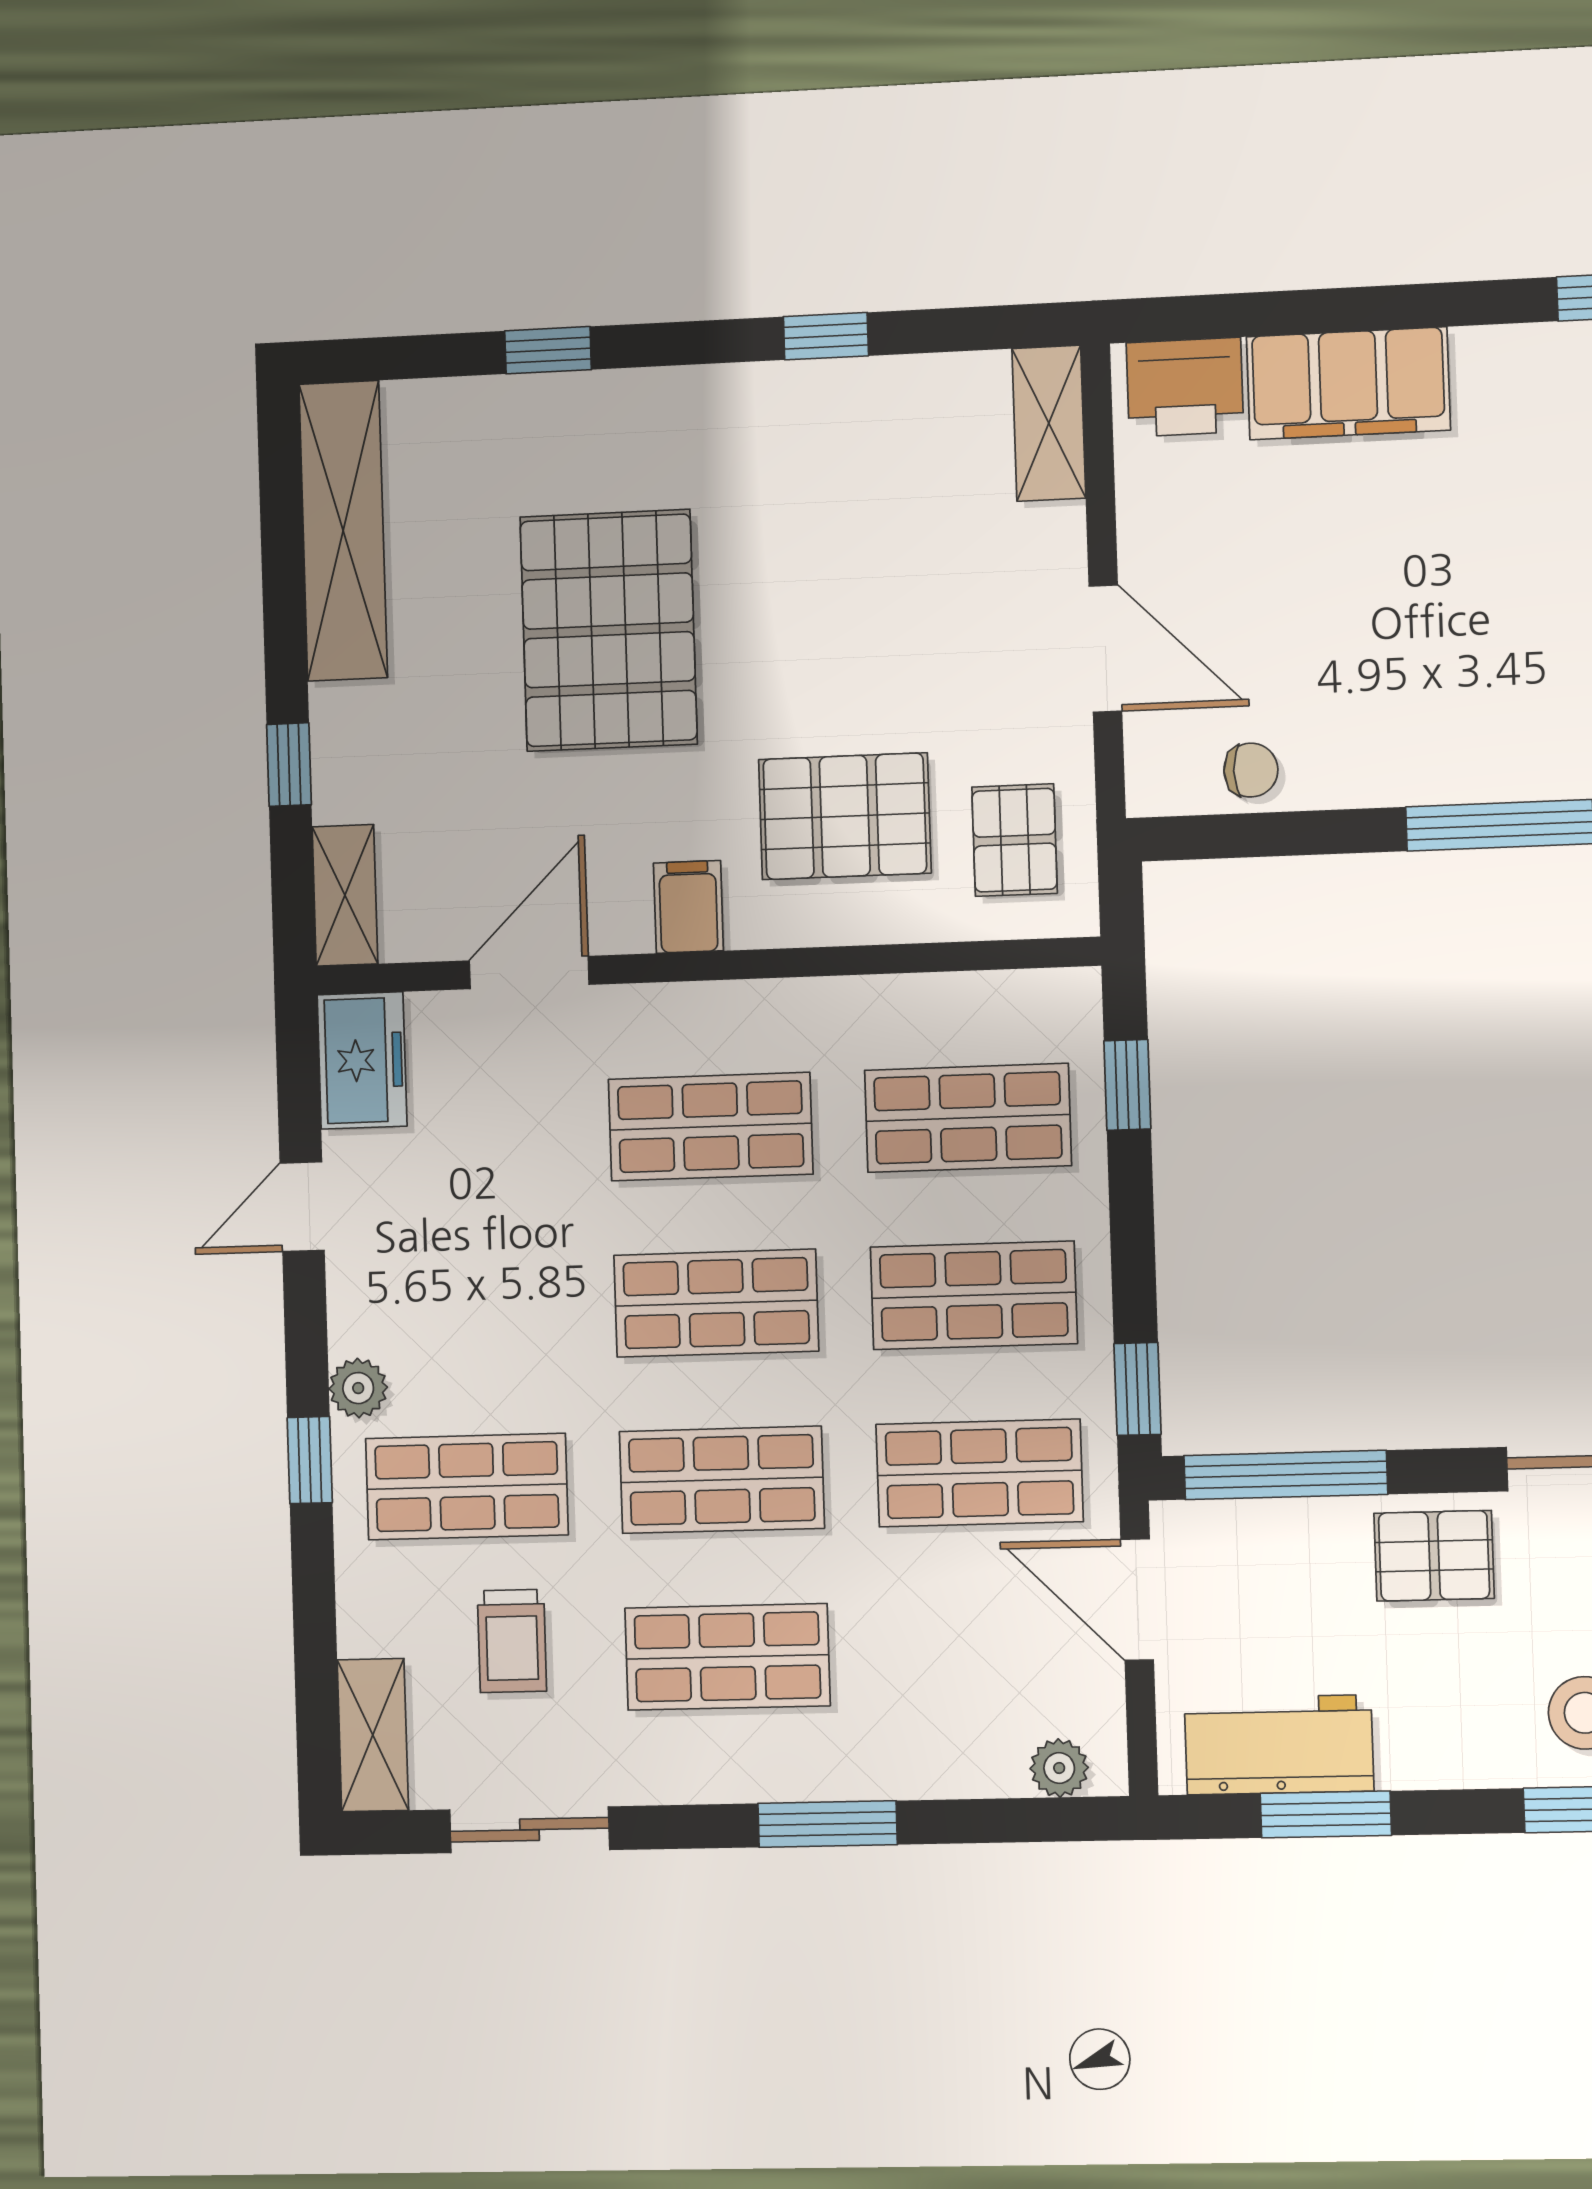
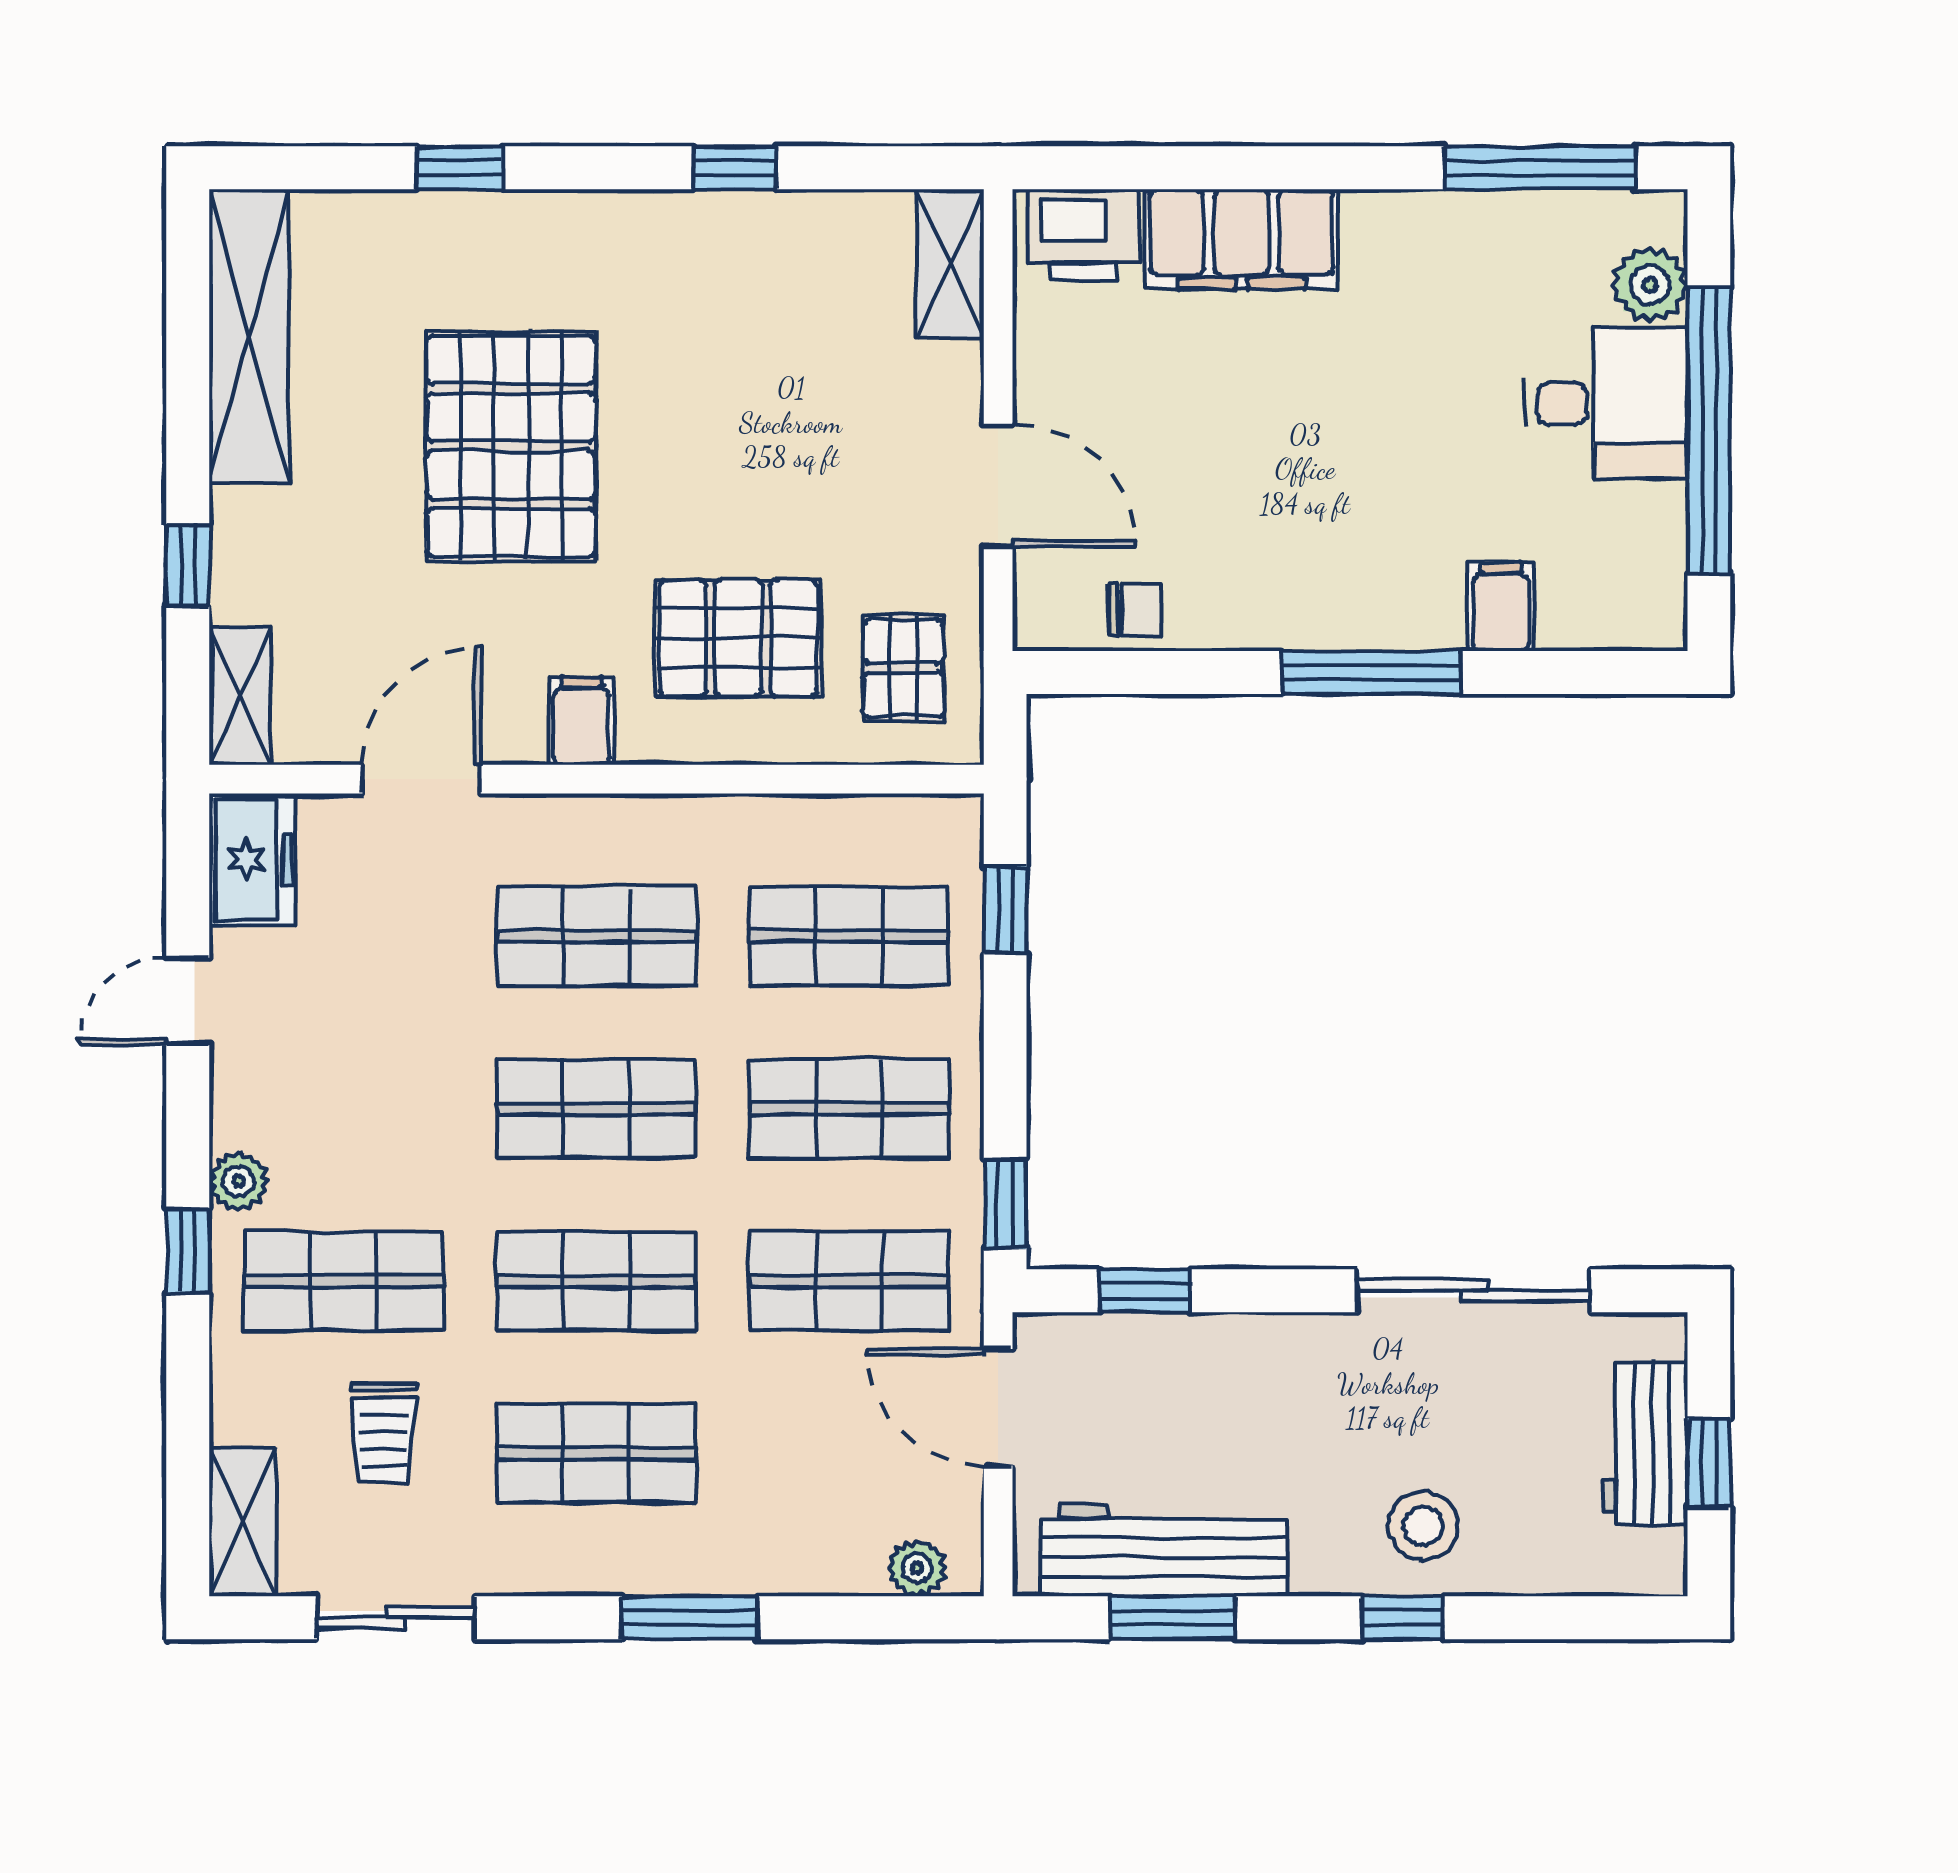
window: (1286, 1475) -> (1145, 1291), width x0.46
pallet: (1434, 1556) -> (1285, 1372), removed
workbench: (1279, 1745) -> (1164, 1550), width x1.38

